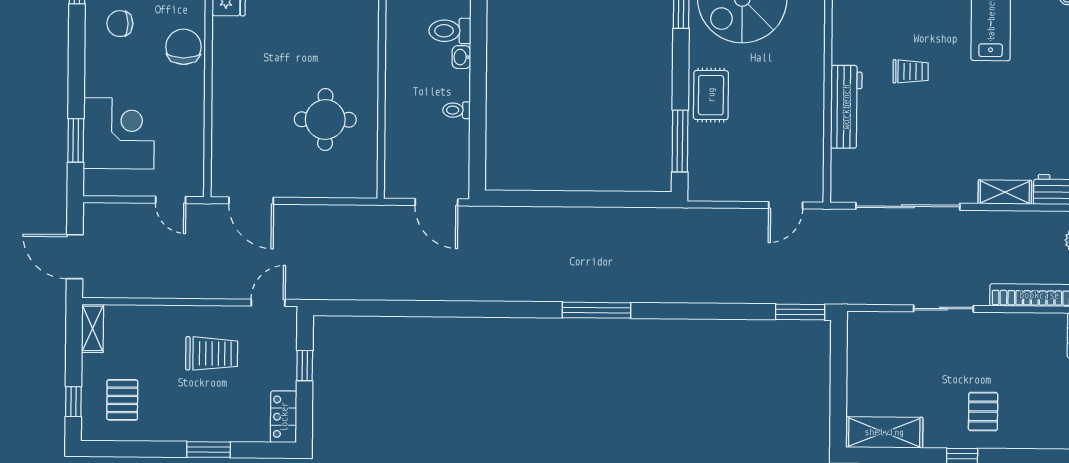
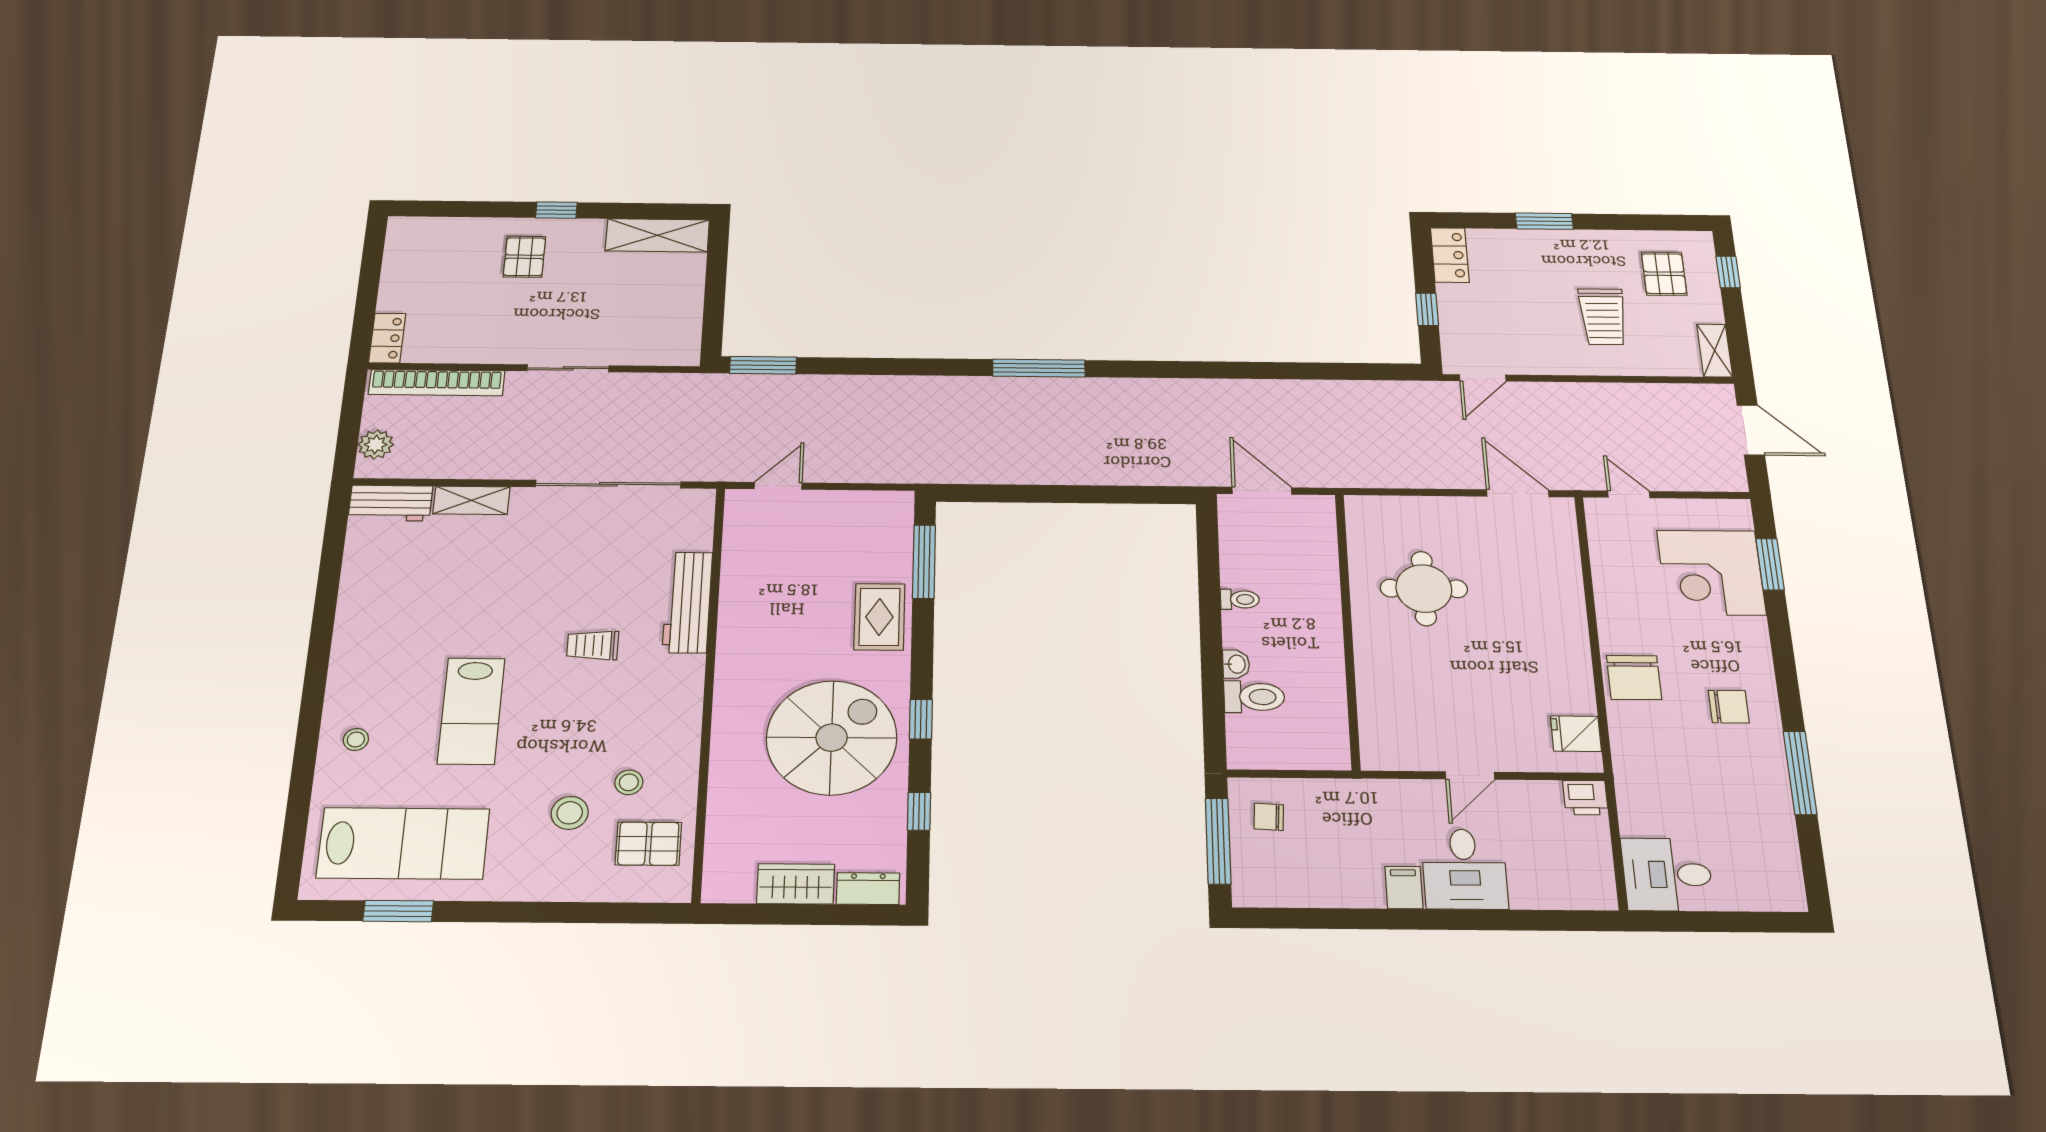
trolley: (212, 354) -> (1603, 317), moved, turned -90

